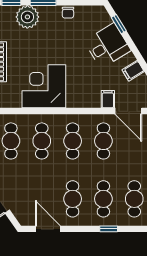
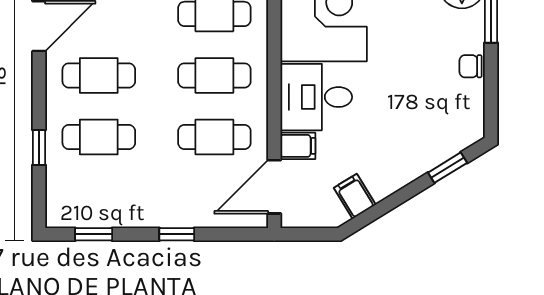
desk: (107, 46) -> (316, 97), moved, turned 122
cafe table: (134, 199) -> (99, 199), removed

